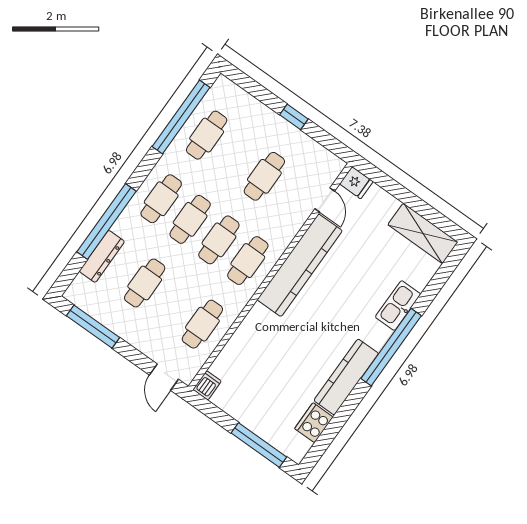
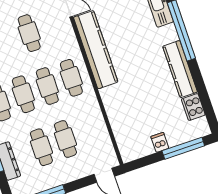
cafe table: (202, 324) -> (65, 139), moved
dishwasher: (207, 385) -> (160, 142), moved

